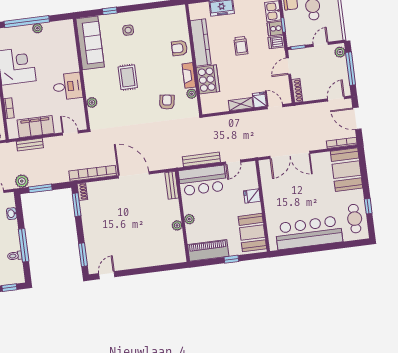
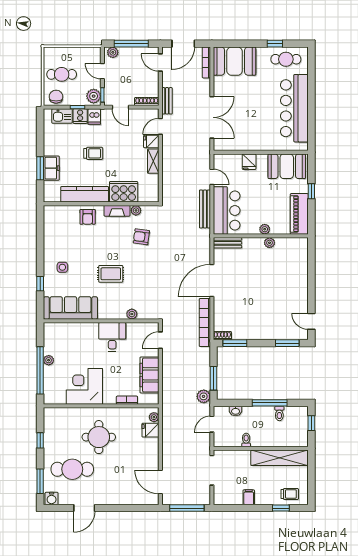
plant: (296, 39) -> (94, 96), added
bench: (30, 145) -> (167, 101), moved

